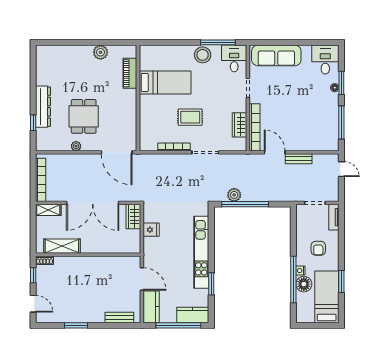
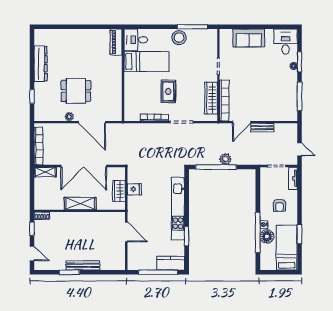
plant: (101, 52) -> (91, 35), removed
sofa: (276, 55) -> (249, 38), width x0.73
desk: (234, 58) -> (136, 40), moved, turned -90
piano: (130, 73) -> (116, 42), moved
dresser: (43, 107) -> (41, 64), moved
dining table: (84, 116) -> (76, 91), turned 90
rug: (190, 117) -> (168, 91), turned 90
wardrobe: (240, 125) -> (211, 98), width x1.50
door: (117, 152) -> (92, 122), moved
door: (275, 152) -> (242, 122), swing flipped
door: (341, 169) -> (300, 149), moved
plant: (234, 195) -> (225, 159), moved
wardrobe: (133, 217) -> (119, 191), moved
shelving: (62, 246) -> (80, 203), moved
kitchen counter: (151, 307) -> (134, 256), removed
bench: (119, 317) -> (83, 265), moved, width x1.36

